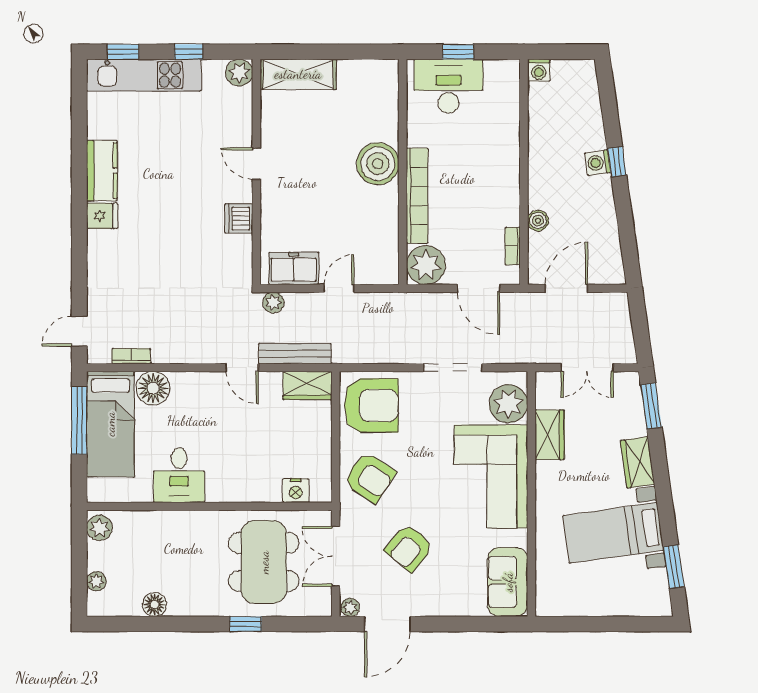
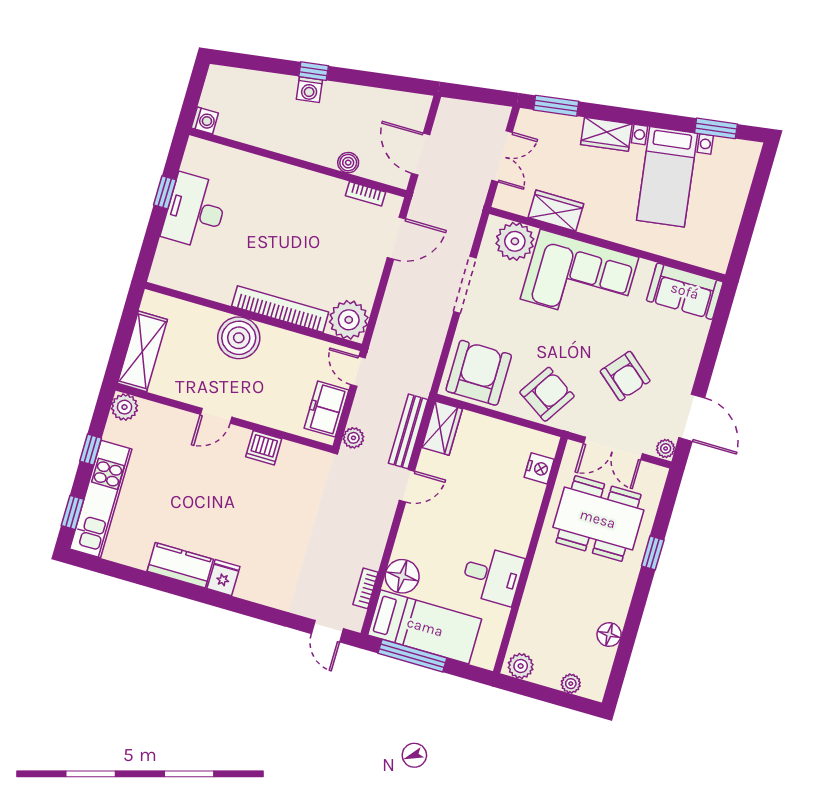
boiler: (378, 164) -> (239, 338), moved
wall: (403, 172) -> (253, 316), moved
bookcase: (417, 196) -> (280, 309), moved
plant: (426, 265) -> (349, 320), moved

